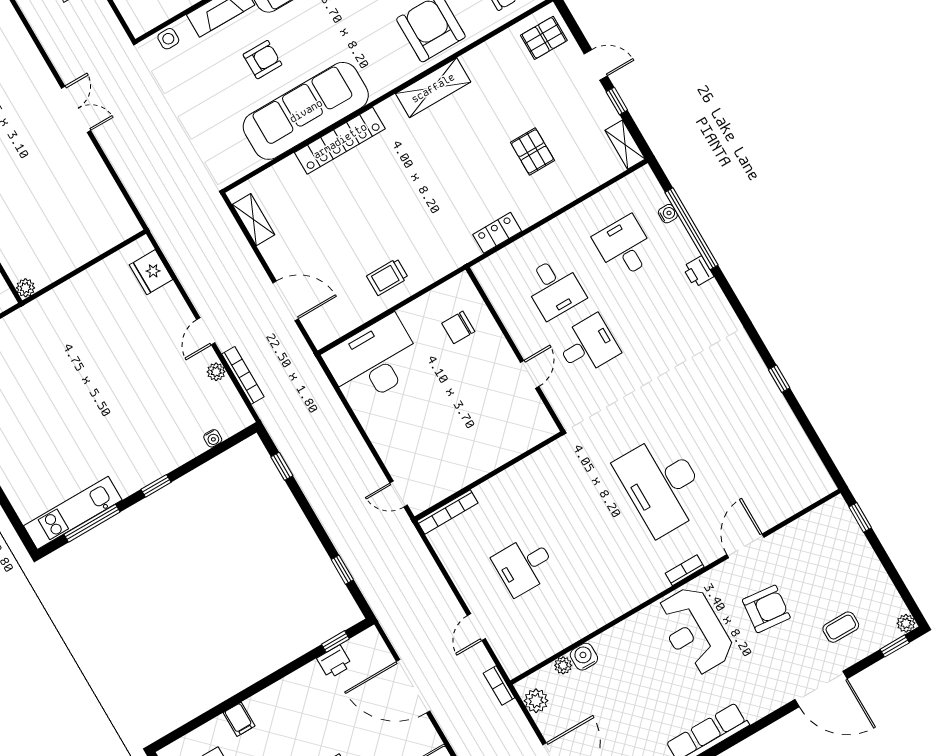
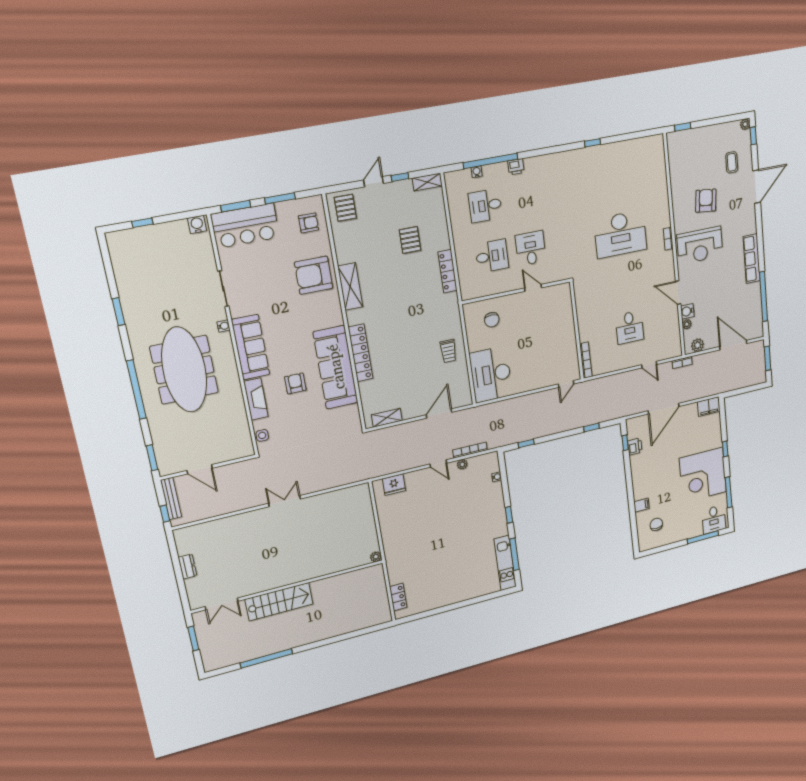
pallet: (532, 151) -> (410, 240), turned 90
locker: (497, 233) -> (447, 271), width x1.53
door: (745, 546) -> (678, 293), moved

